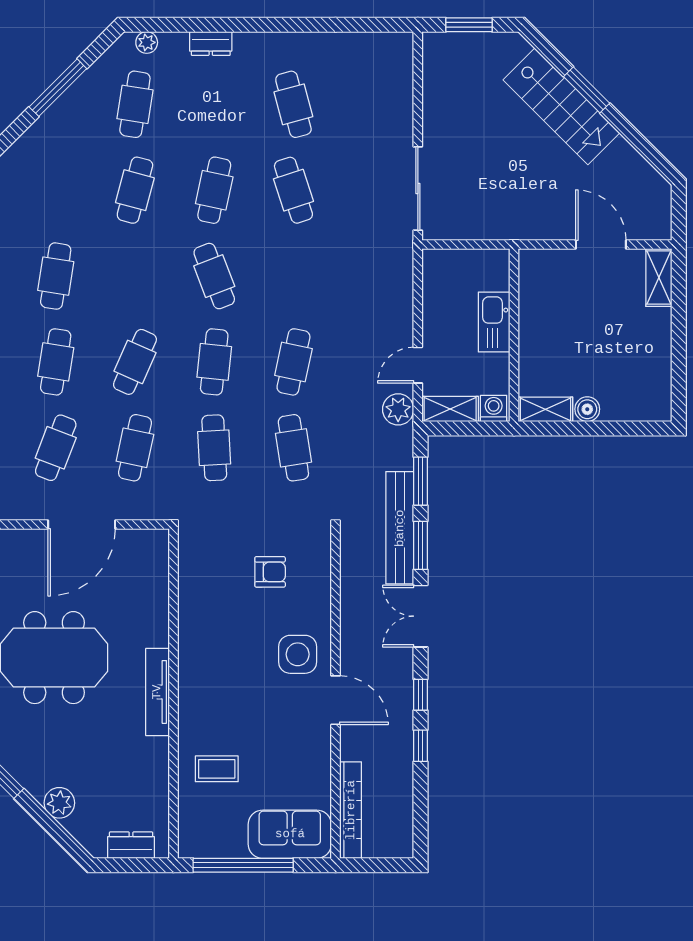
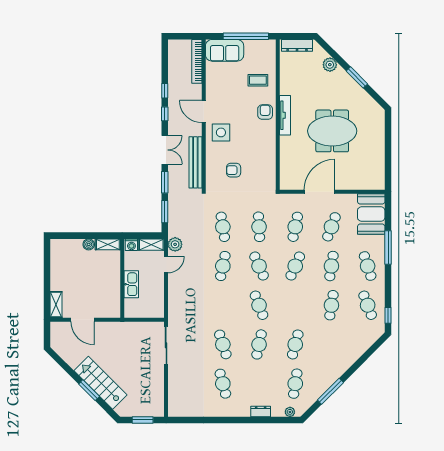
cafe table: (214, 362) -> (259, 266), turned -30
bench: (400, 528) -> (195, 162), moved
armchair: (201, 699) -> (265, 112), added
dresser: (131, 845) -> (297, 45), width x1.44

